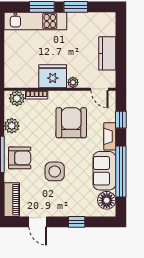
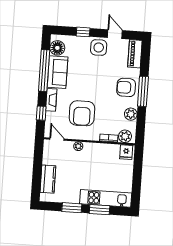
kitchen counter: (107, 53) -> (48, 179), moved
fridge: (53, 76) -> (126, 152), moved, width x0.53, depth x0.75
side table: (55, 171) -> (99, 47), moved

